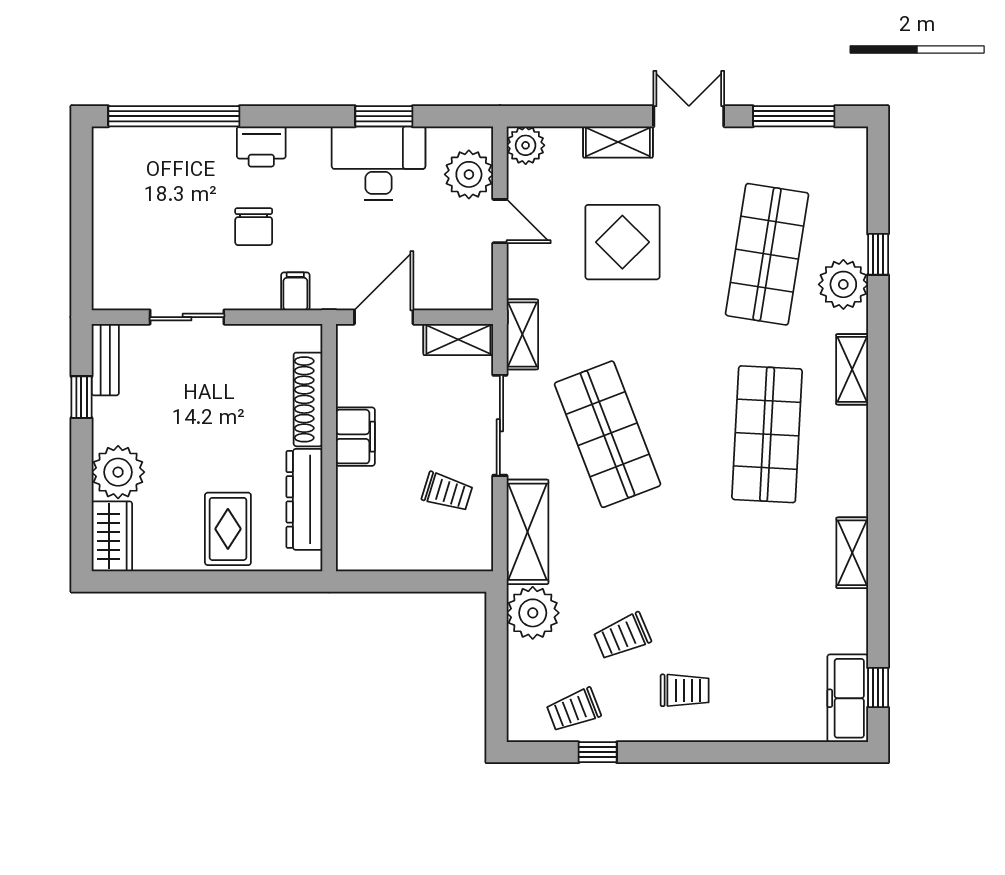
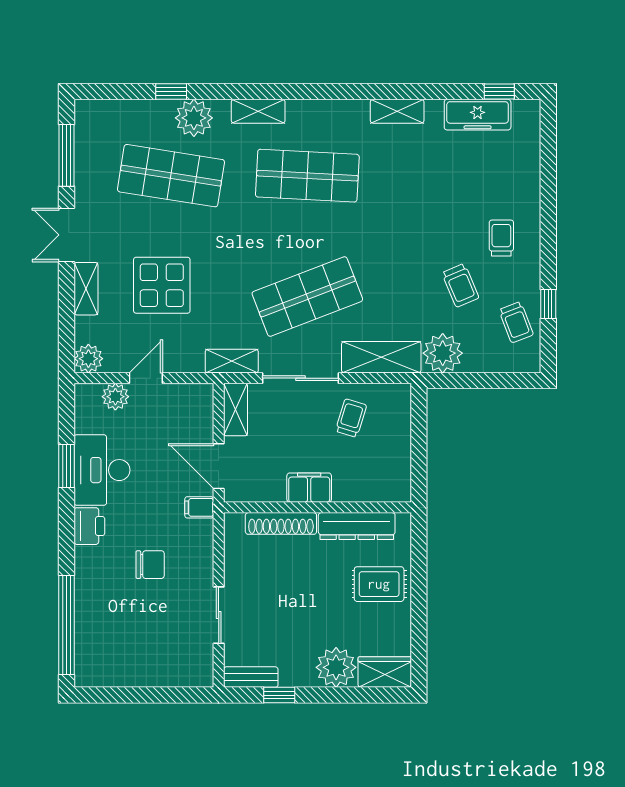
printer: (261, 146) -> (89, 526), moved
plant: (469, 174) -> (115, 397), width x0.73, depth x0.73
filing cabinet: (295, 291) -> (199, 507), moved
freezer: (848, 698) -> (478, 115), moved

